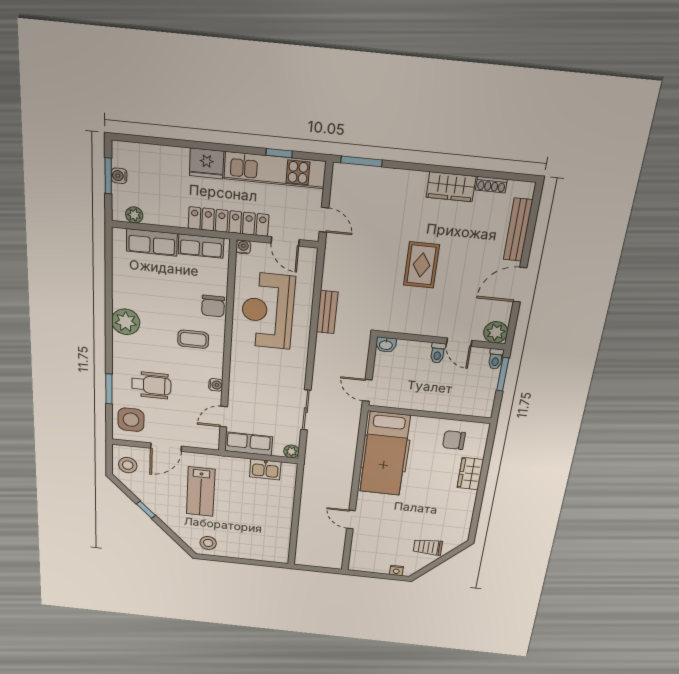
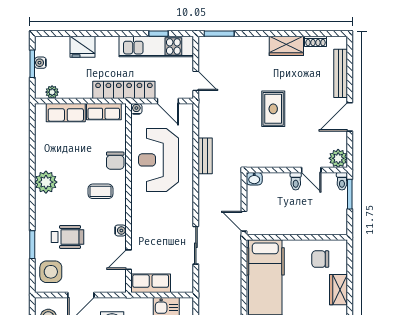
fridge: (207, 163) -> (82, 47), moved
plant: (291, 451) -> (187, 286), removed

